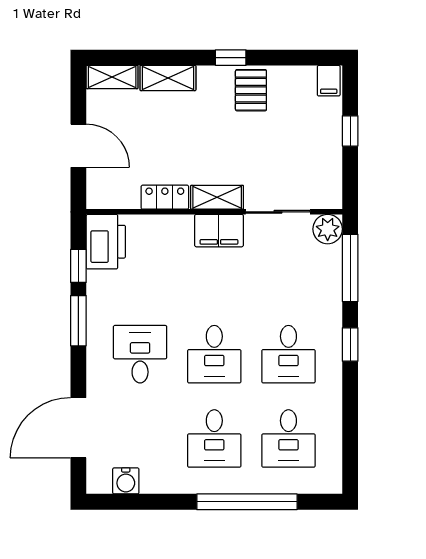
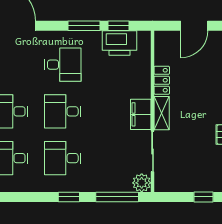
printer: (106, 242) -> (120, 43), moved

